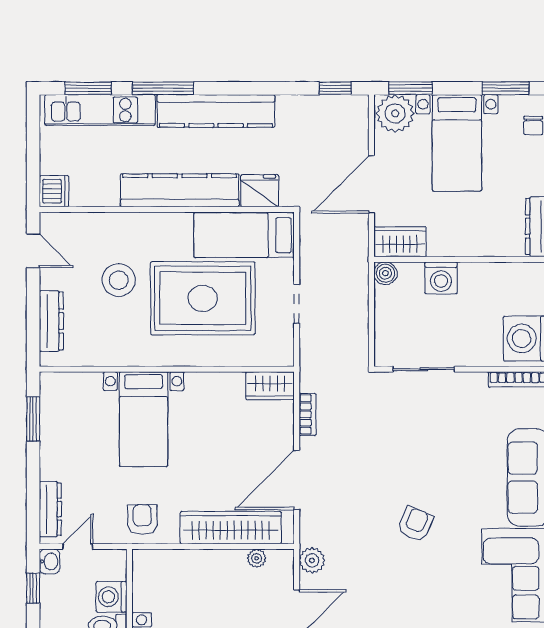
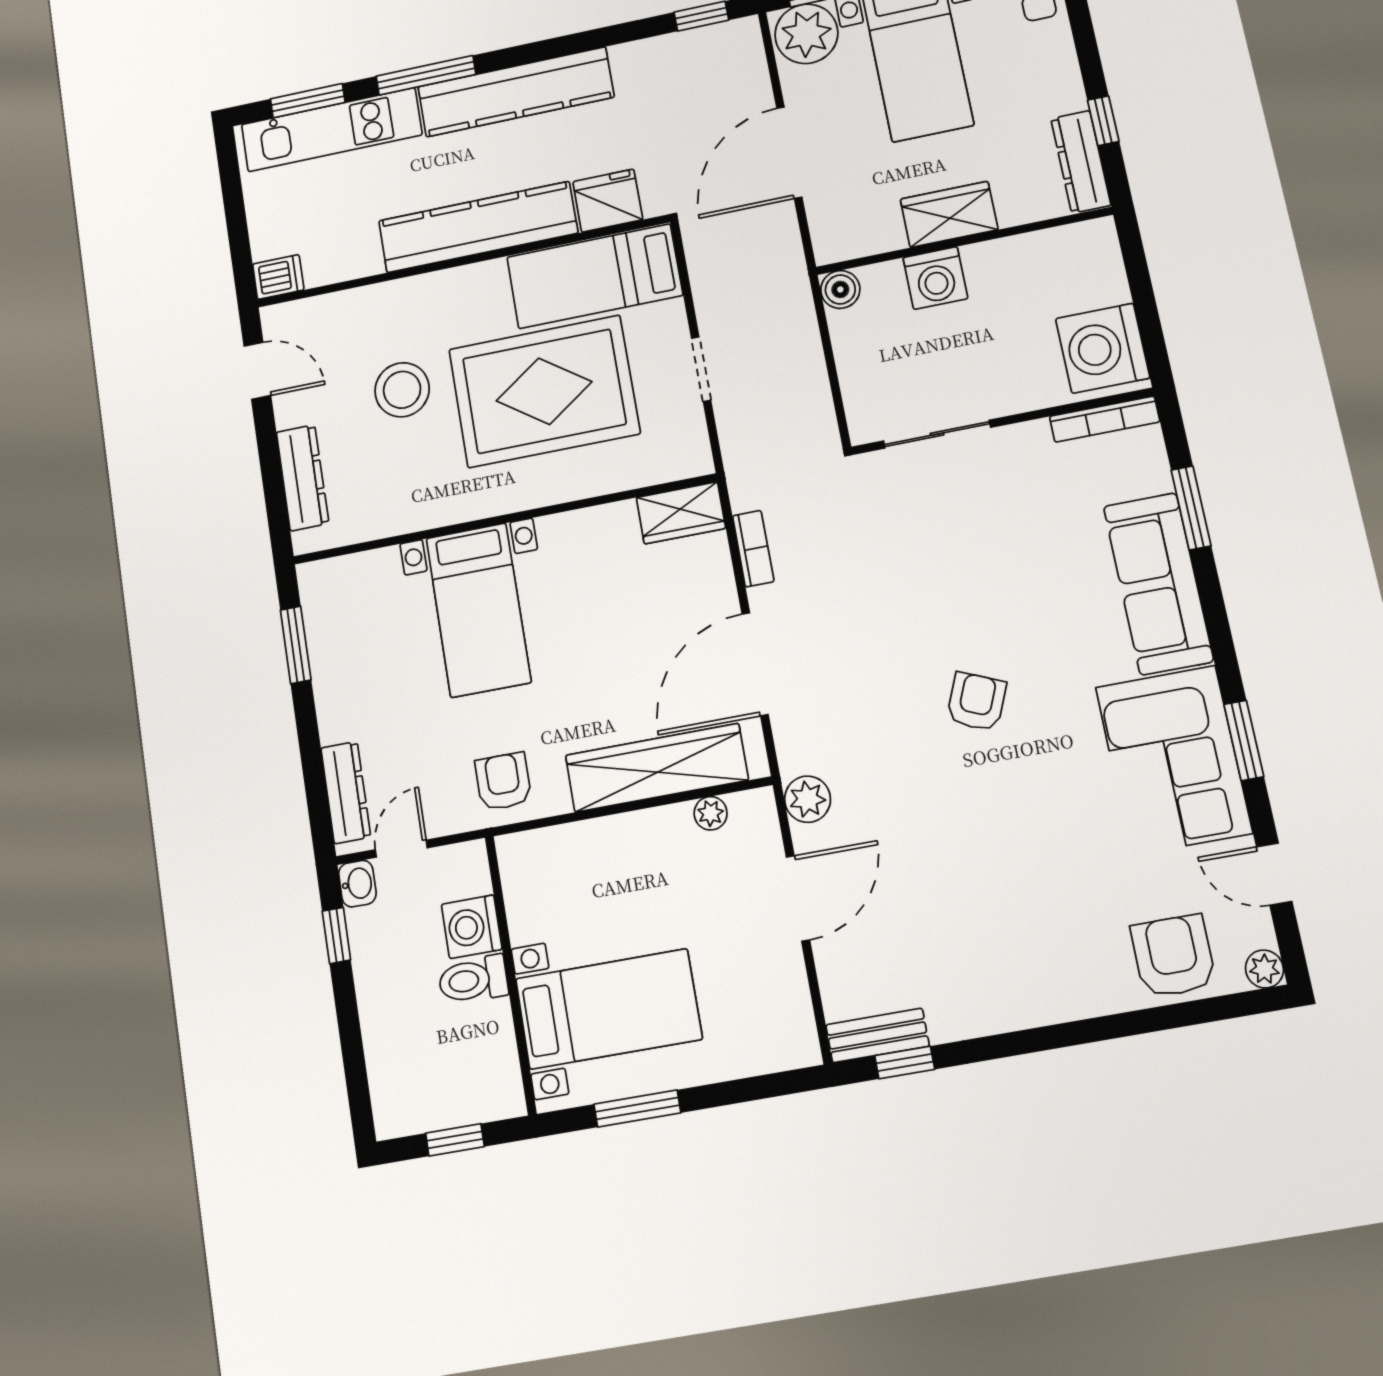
dishwasher: (54, 191) -> (278, 277), width x0.73
wardrobe: (400, 242) -> (949, 214), moved

